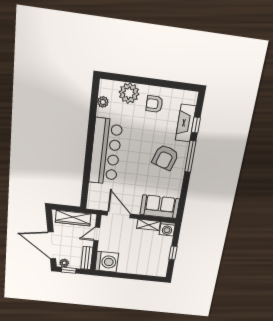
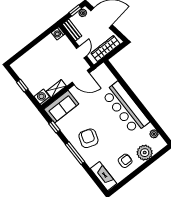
fireplace: (186, 123) -> (103, 176), moved
window: (196, 125) -> (54, 127), moved
washing machine: (107, 262) -> (58, 33), width x0.53, depth x0.53

